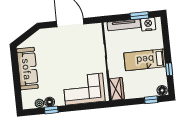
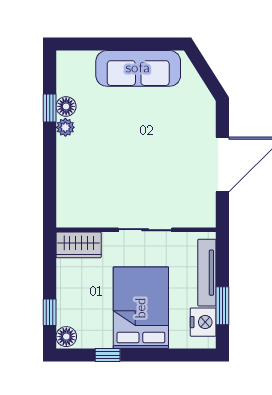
bed: (145, 60) -> (141, 308), width x1.50
corner sofa: (84, 89) -> (85, 179), removed
plant: (39, 103) -> (65, 127), moved

